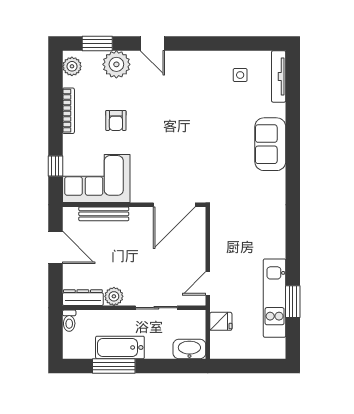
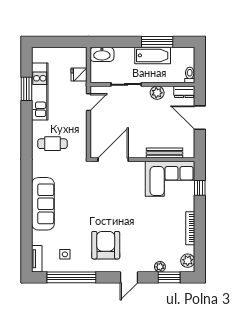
door: (152, 43) -> (129, 277), swing flipped
window: (231, 43) -> (71, 277), added
plant: (116, 64) -> (160, 267), width x0.53, depth x0.53
tv unit: (279, 76) -> (37, 259), width x0.71
armchair: (116, 120) -> (106, 245), moved, width x1.88, depth x1.88
sofa: (270, 144) -> (43, 204), width x1.36
cafe table: (257, 227) -> (52, 144), added
door: (55, 247) -> (200, 118), moved
dresser: (83, 298) -> (184, 92), width x0.70

